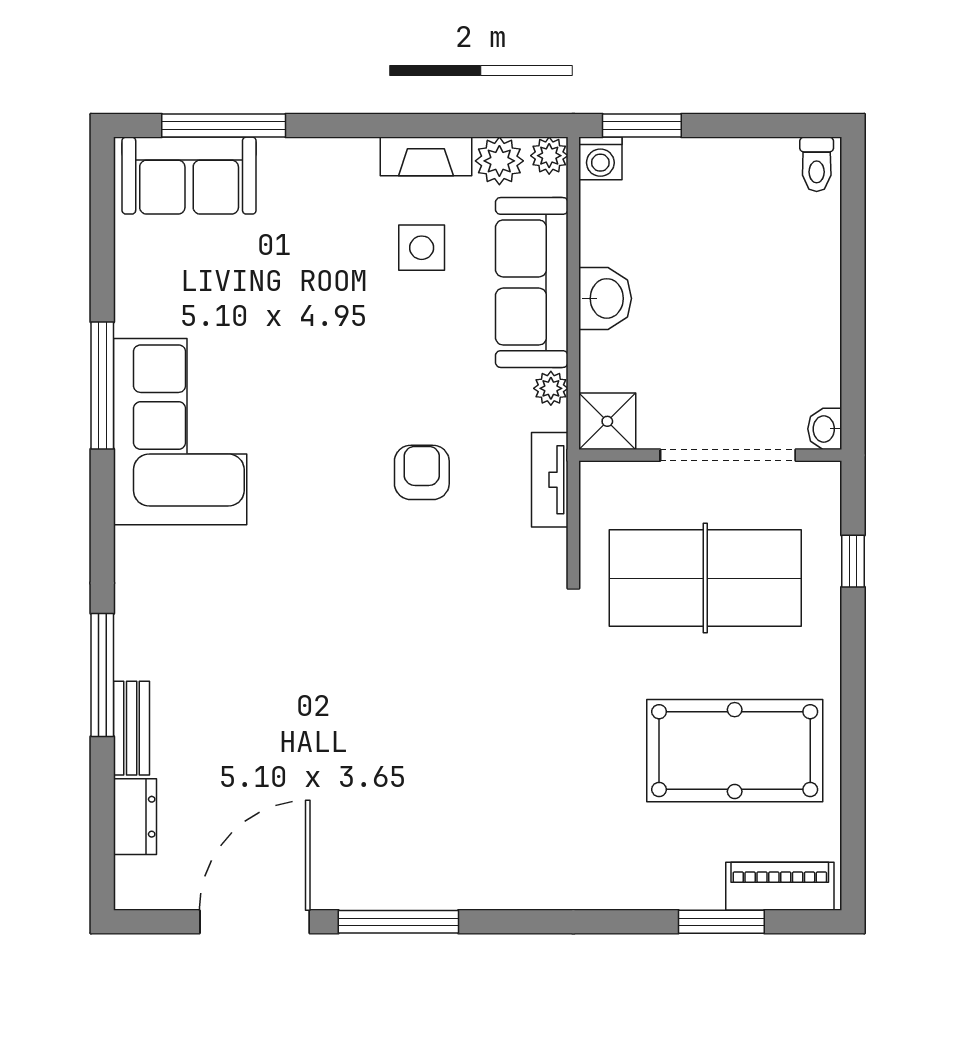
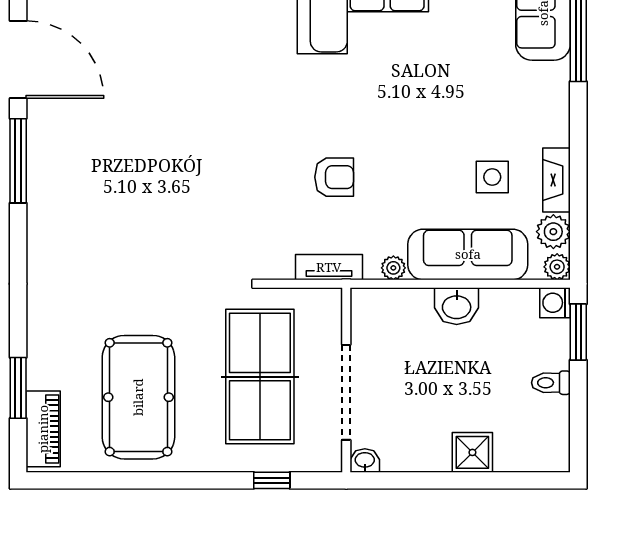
toilet: (817, 164) -> (551, 383), moved
shower: (607, 421) -> (472, 452), moved

